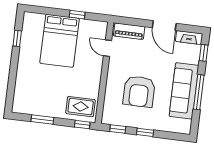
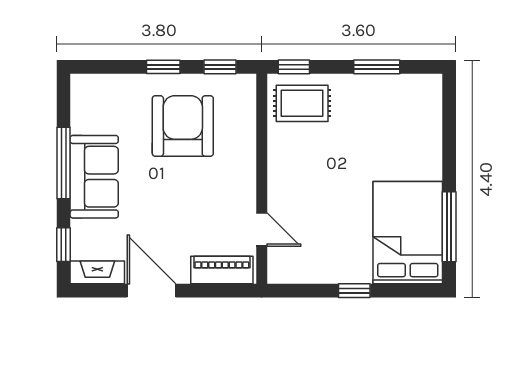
window: (77, 15) -> (354, 291), moved
window: (17, 38) -> (449, 227), width x2.17
bed: (60, 41) -> (408, 233), moved
armchair: (139, 91) -> (183, 126), moved
sofa: (184, 91) -> (94, 177), width x0.73

